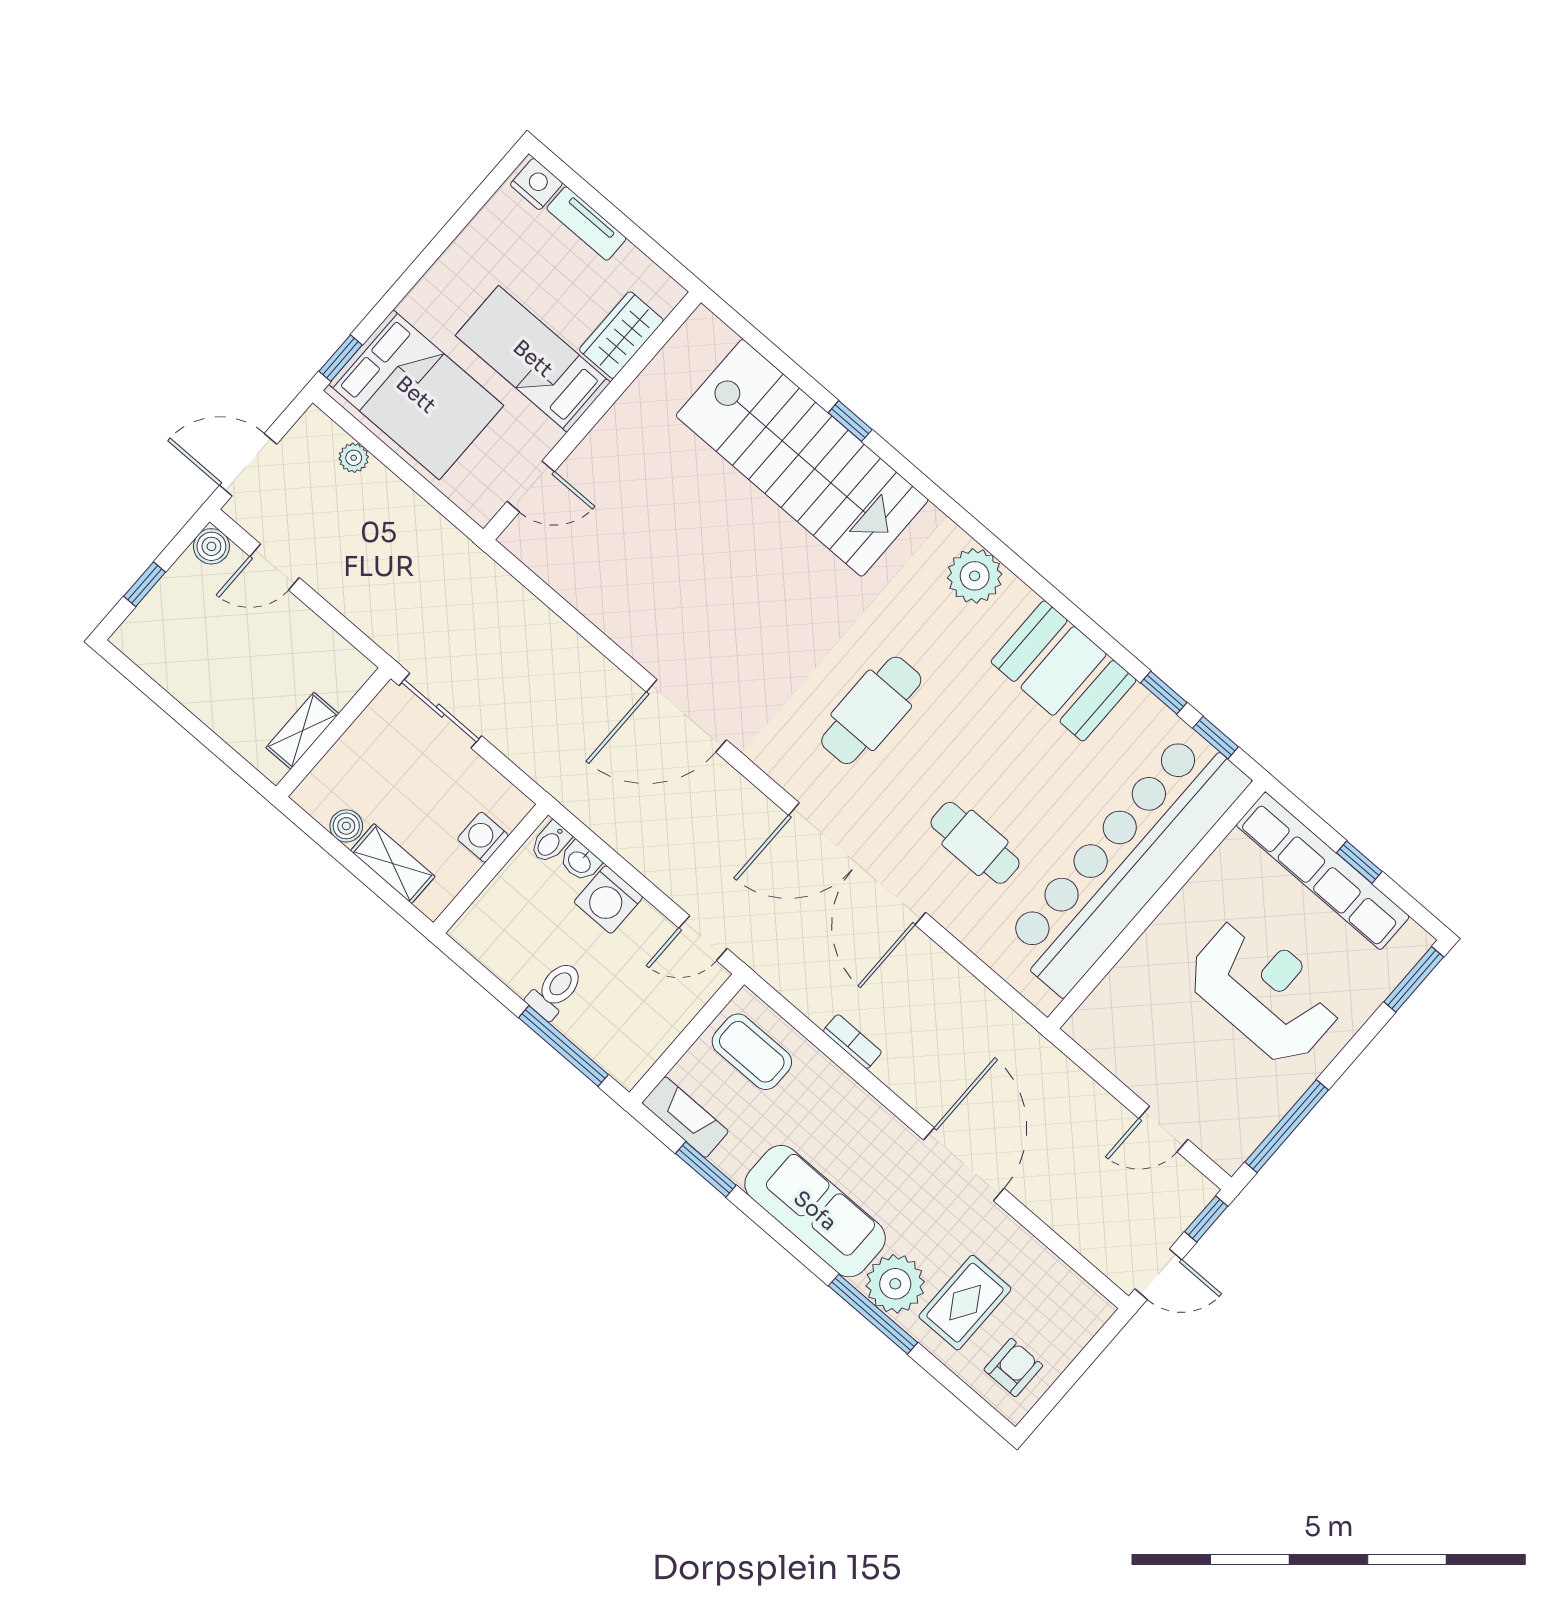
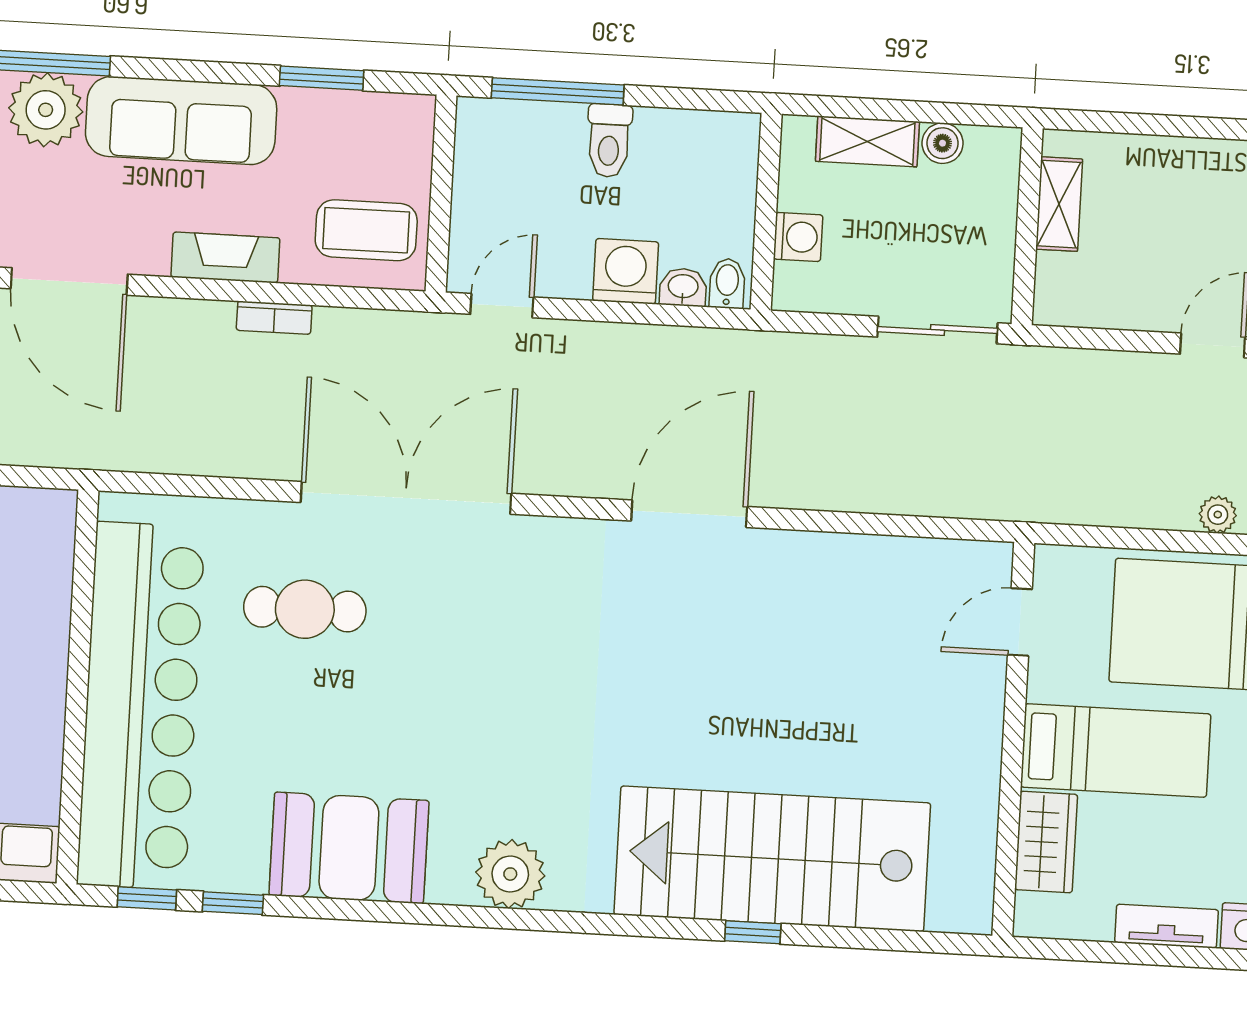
cafe table: (871, 710) -> (510, 661), removed
fireplace: (685, 1117) -> (225, 257), moved, turned 180

